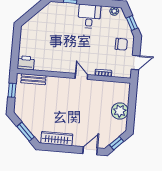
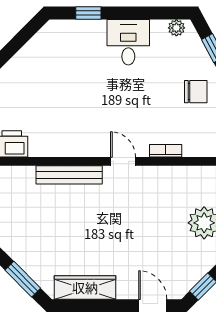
bench: (33, 79) -> (69, 175), moved, width x1.36
door: (90, 151) -> (153, 306), hinge flipped

